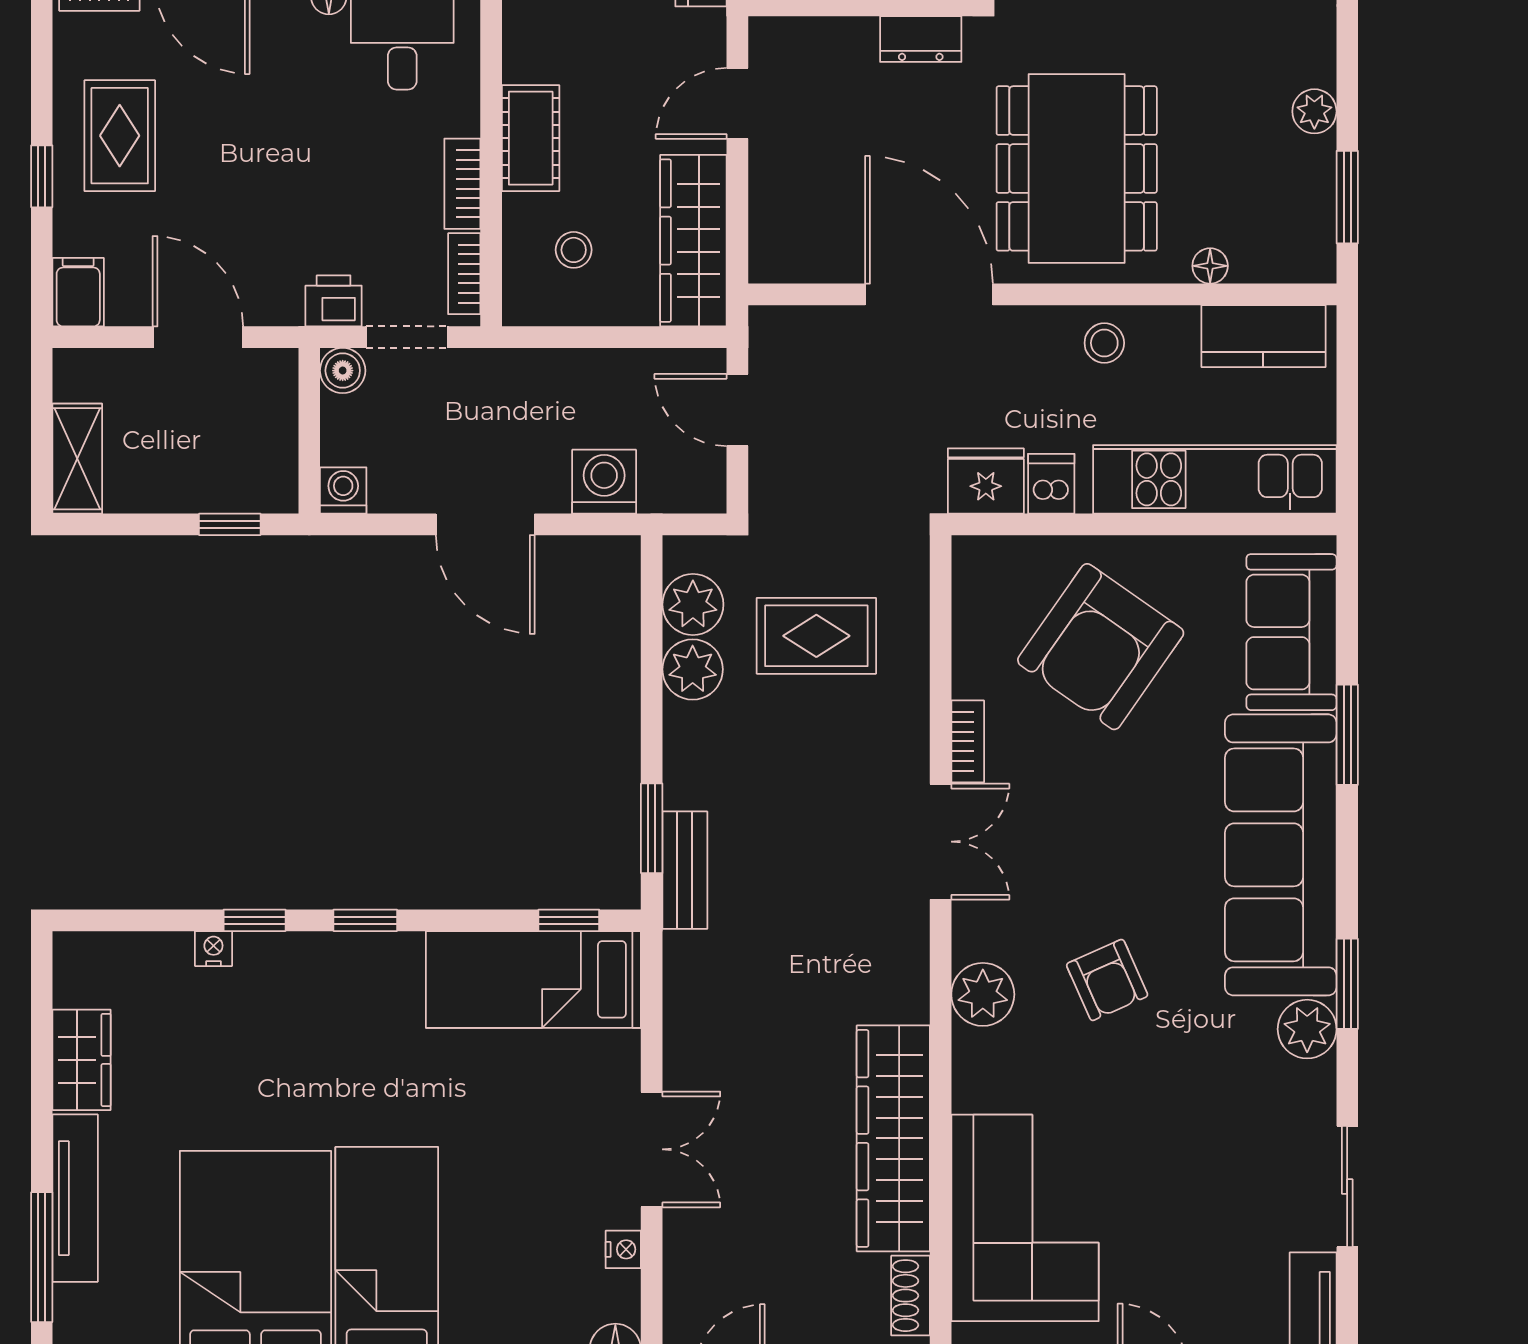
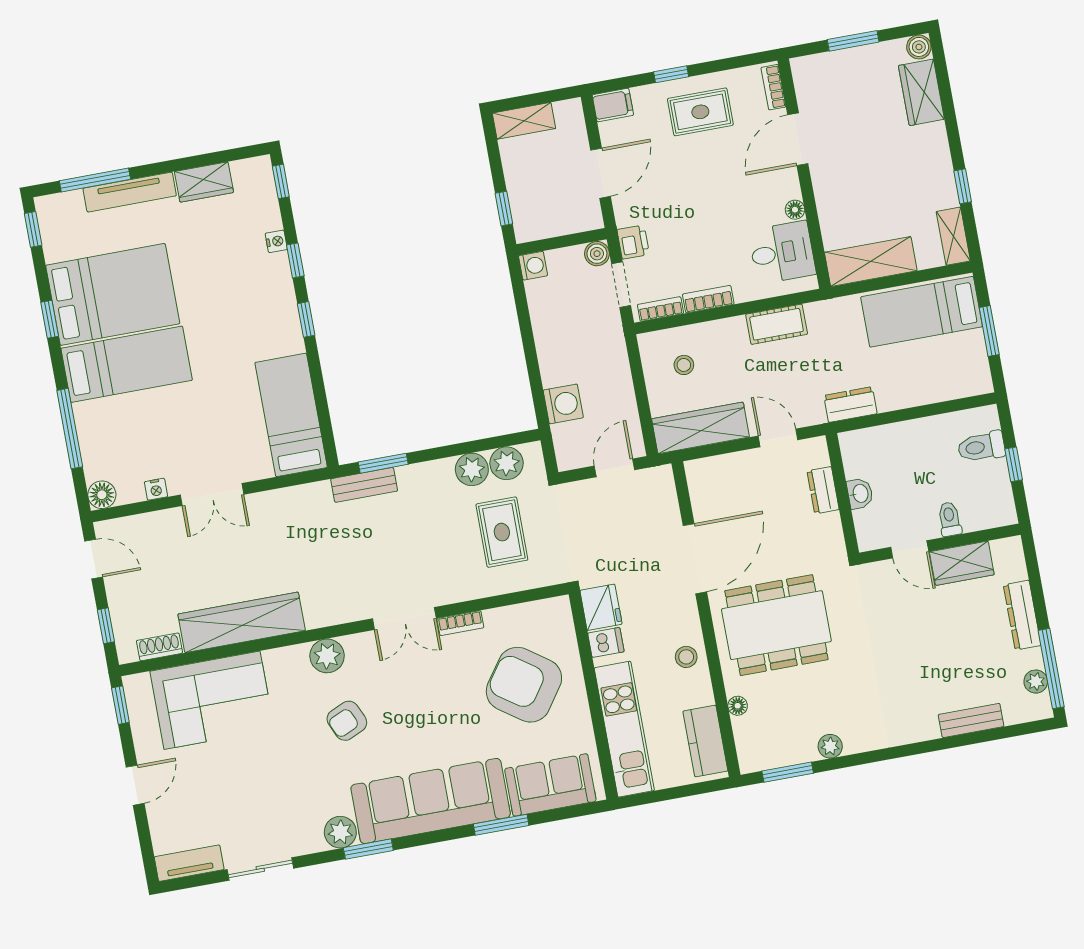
dresser: (921, 39) -> (823, 490), moved
cot: (531, 138) -> (777, 324), moved
door: (485, 524) -> (529, 345), removed
window: (569, 920) -> (281, 181), moved

